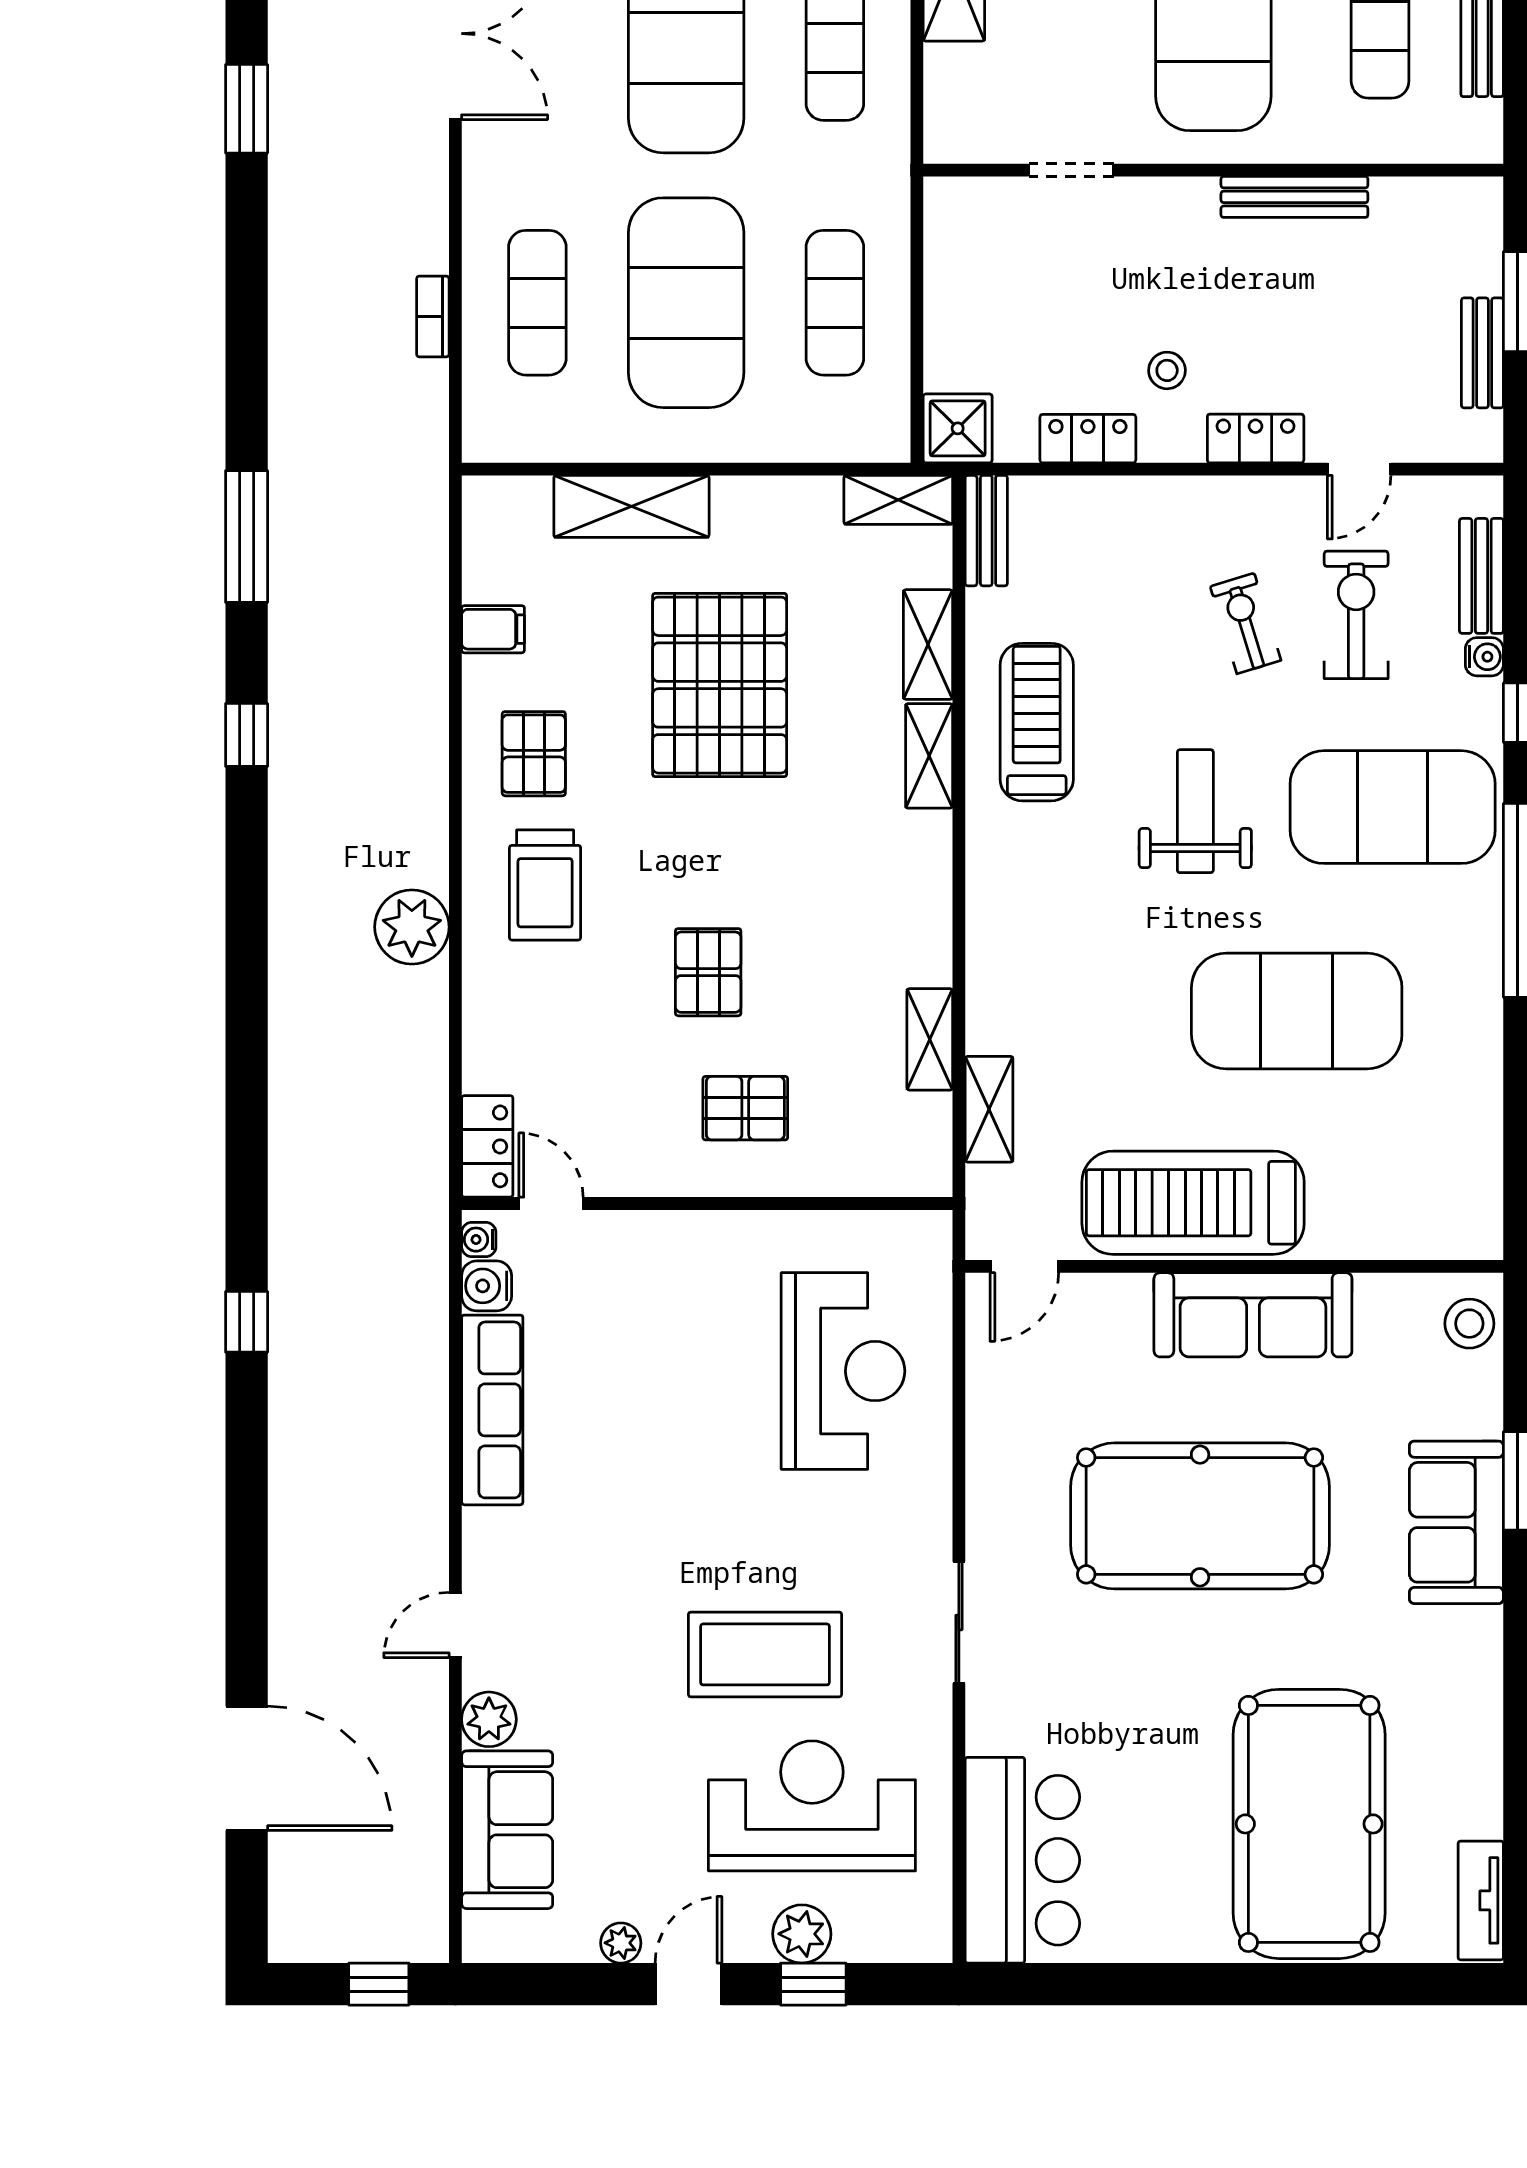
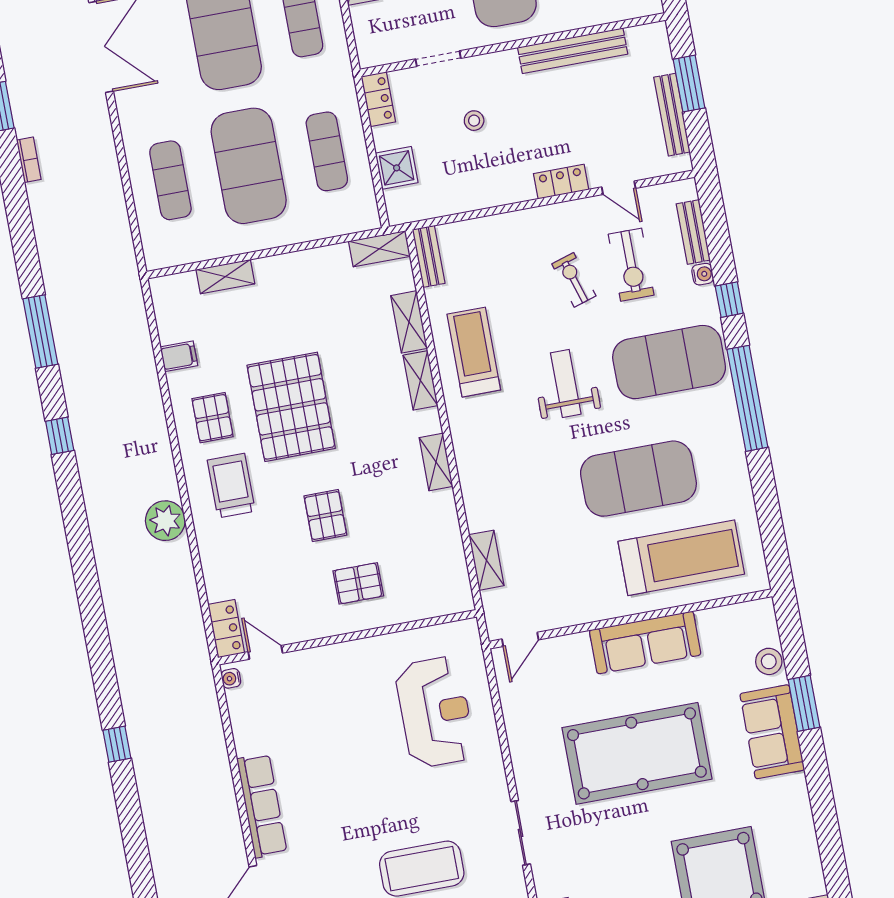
bench: (1294, 197) -> (573, 51), width x1.37, depth x1.21
bookcase: (433, 316) -> (29, 160), moved, turned 180
bench: (1482, 353) -> (672, 115), width x1.36
stool: (1167, 370) -> (474, 121), moved
shower: (958, 428) -> (397, 168), moved
locker: (1088, 439) -> (378, 99), moved, turned 90
door: (1359, 469) -> (619, 188), hinge flipped
shelving: (631, 506) -> (225, 277), width x0.67, depth x0.75
exercise bike: (1356, 615) -> (631, 265), turned 180
pallet: (720, 685) -> (291, 407), moved
trolley: (545, 885) -> (231, 486), turned 180
shelving: (930, 1039) -> (436, 462), moved
treadmill: (1193, 1203) -> (681, 558), moved, turned 180
water cooler: (487, 1286) -> (240, 702), removed
stool: (1469, 1324) -> (769, 661), moved
row of seats: (492, 1410) -> (262, 806), moved

